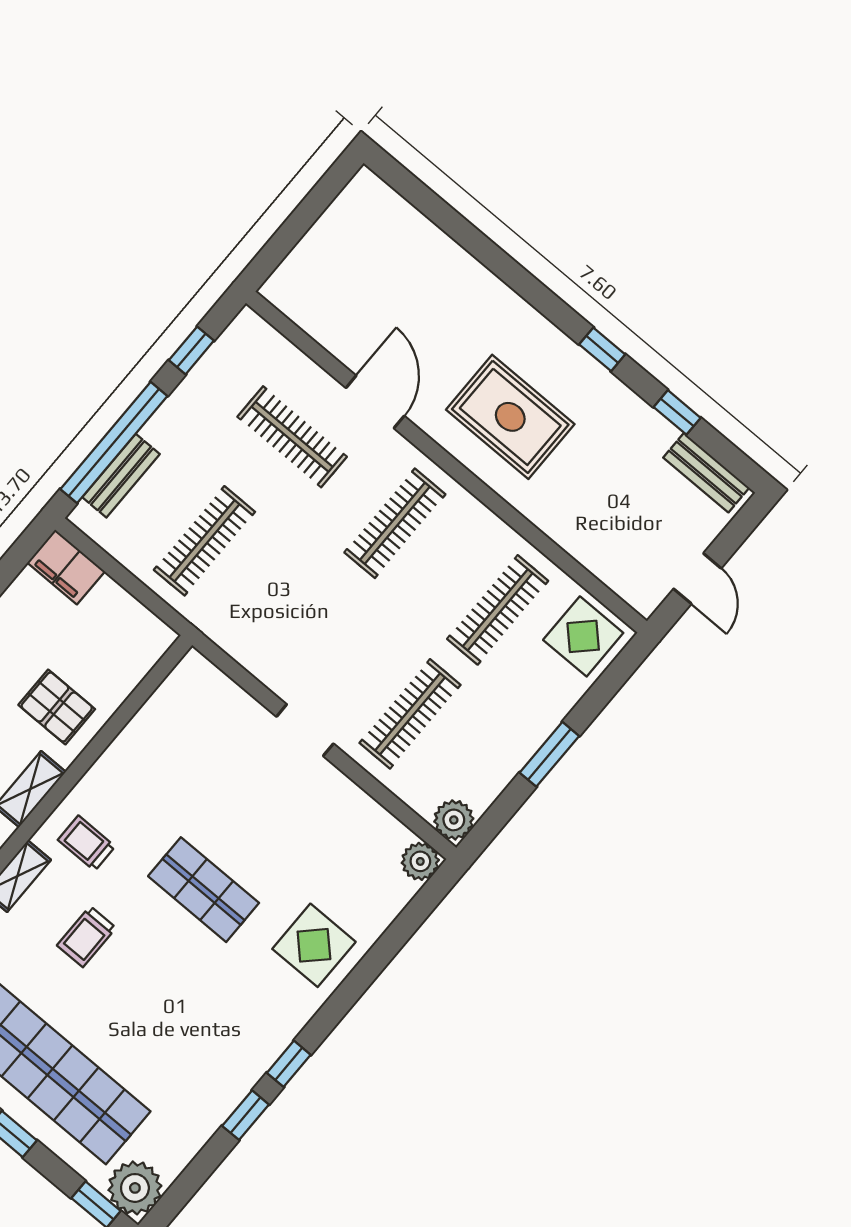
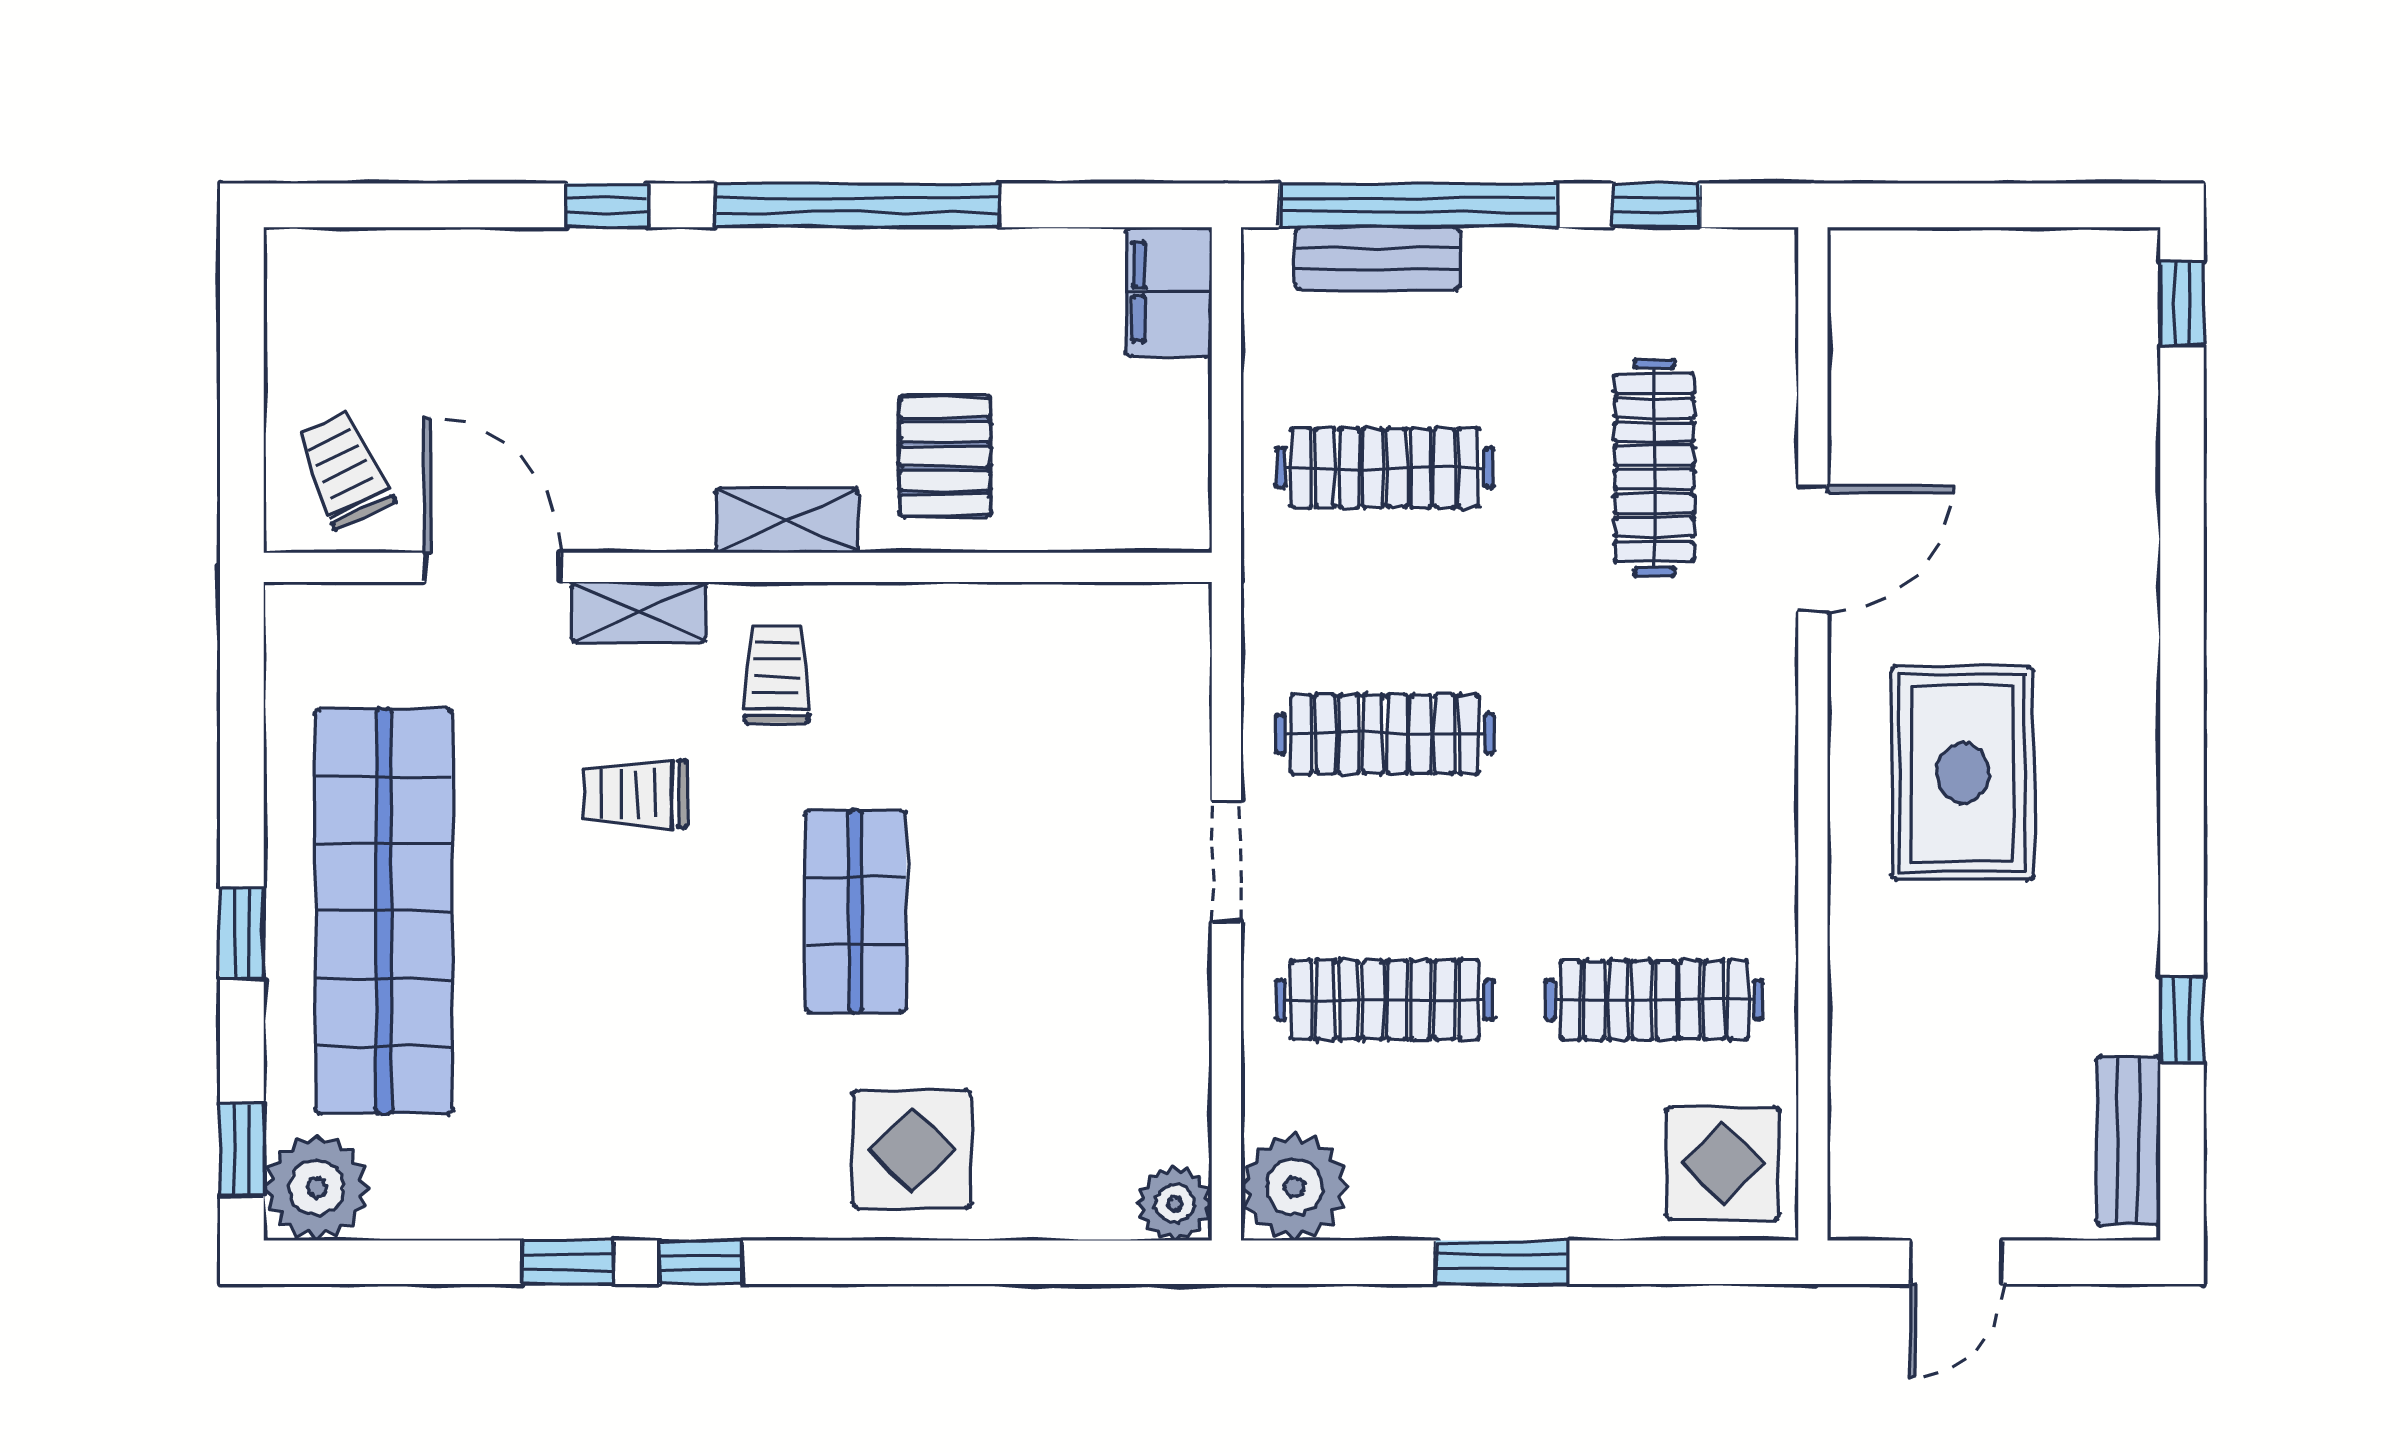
window: (602, 349) -> (2182, 304), moved
clothes rail: (395, 523) -> (1385, 734), moved
plant: (454, 820) -> (1294, 1187), width x1.36, depth x1.36

